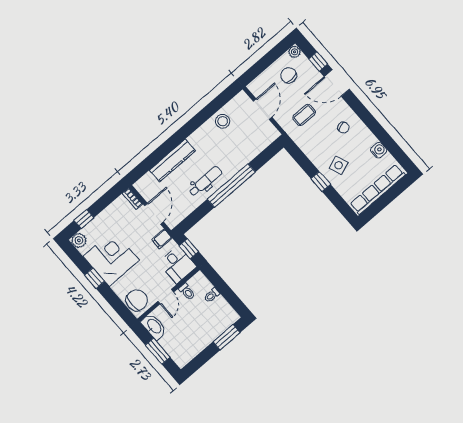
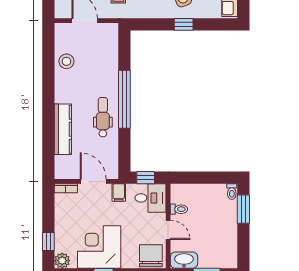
toilet: (212, 295) -> (232, 192), moved

